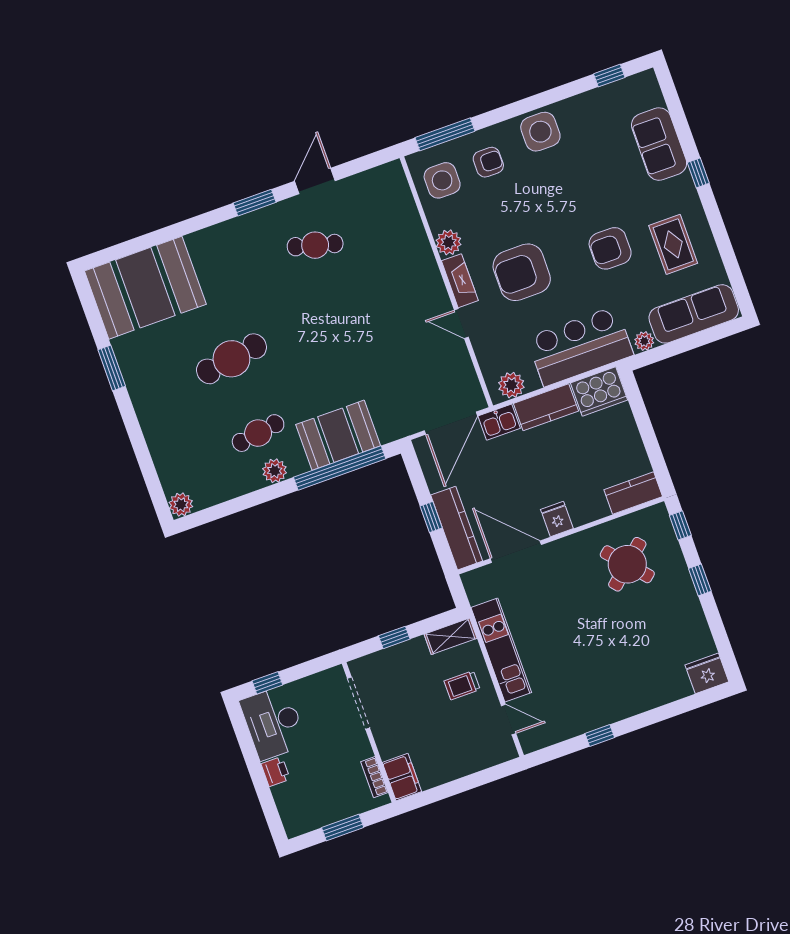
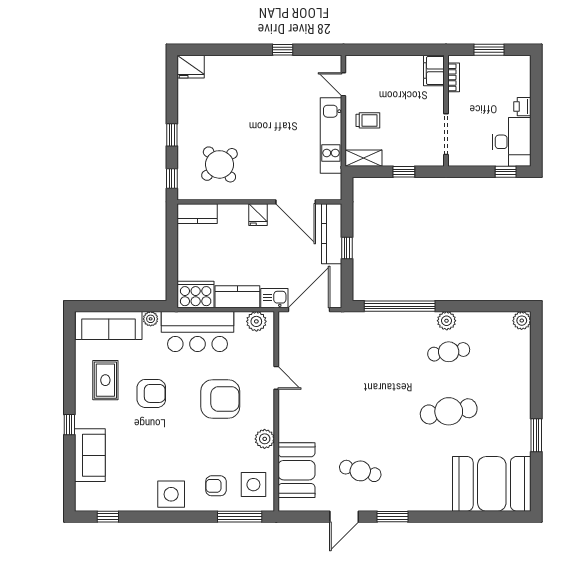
fireplace: (460, 281) -> (266, 409), removed
booth: (338, 435) -> (296, 470), moved, turned 90

